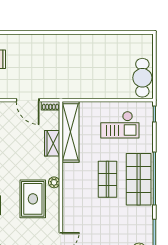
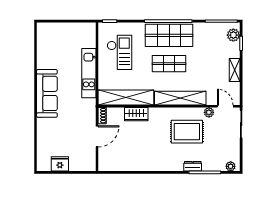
sofa: (75, 45) -> (47, 93), added
cafe table: (142, 78) -> (77, 32), removed
kitchen unit: (97, 91) -> (89, 73), added
plant: (54, 182) -> (209, 112), moved
shelving: (70, 192) -> (180, 98), added

